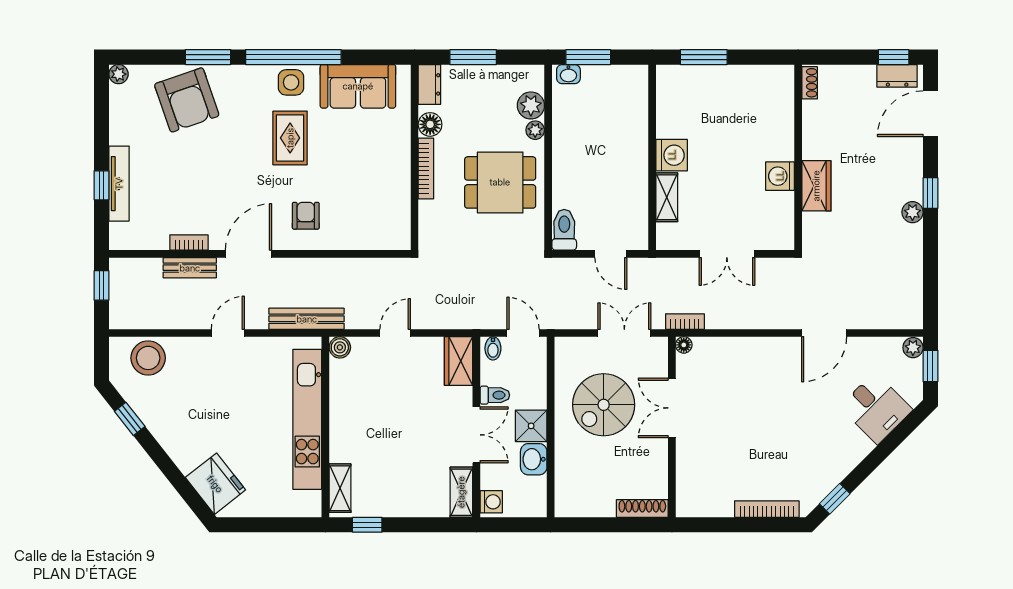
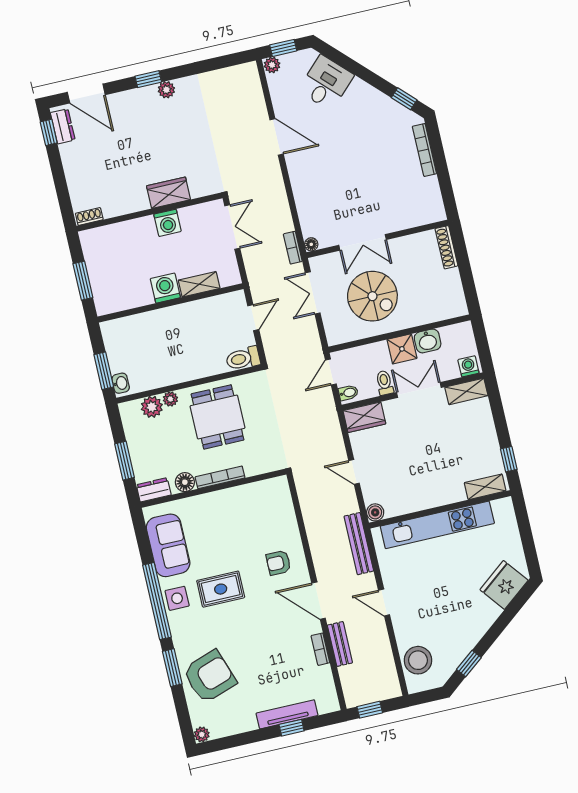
shoe rack: (810, 83) -> (89, 217), moved
wall: (798, 157) -> (150, 212), moved
washing machine: (780, 176) -> (167, 223), moved
wardrobe: (816, 186) -> (169, 193), moved

